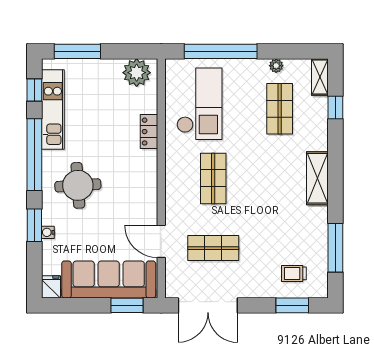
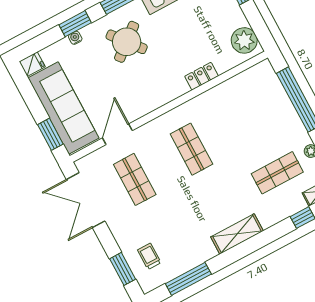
checkout: (199, 104) -> (246, 105), removed
shop shelf: (213, 178) -> (191, 149), turned 90
round table: (78, 185) -> (127, 42), turned -35

